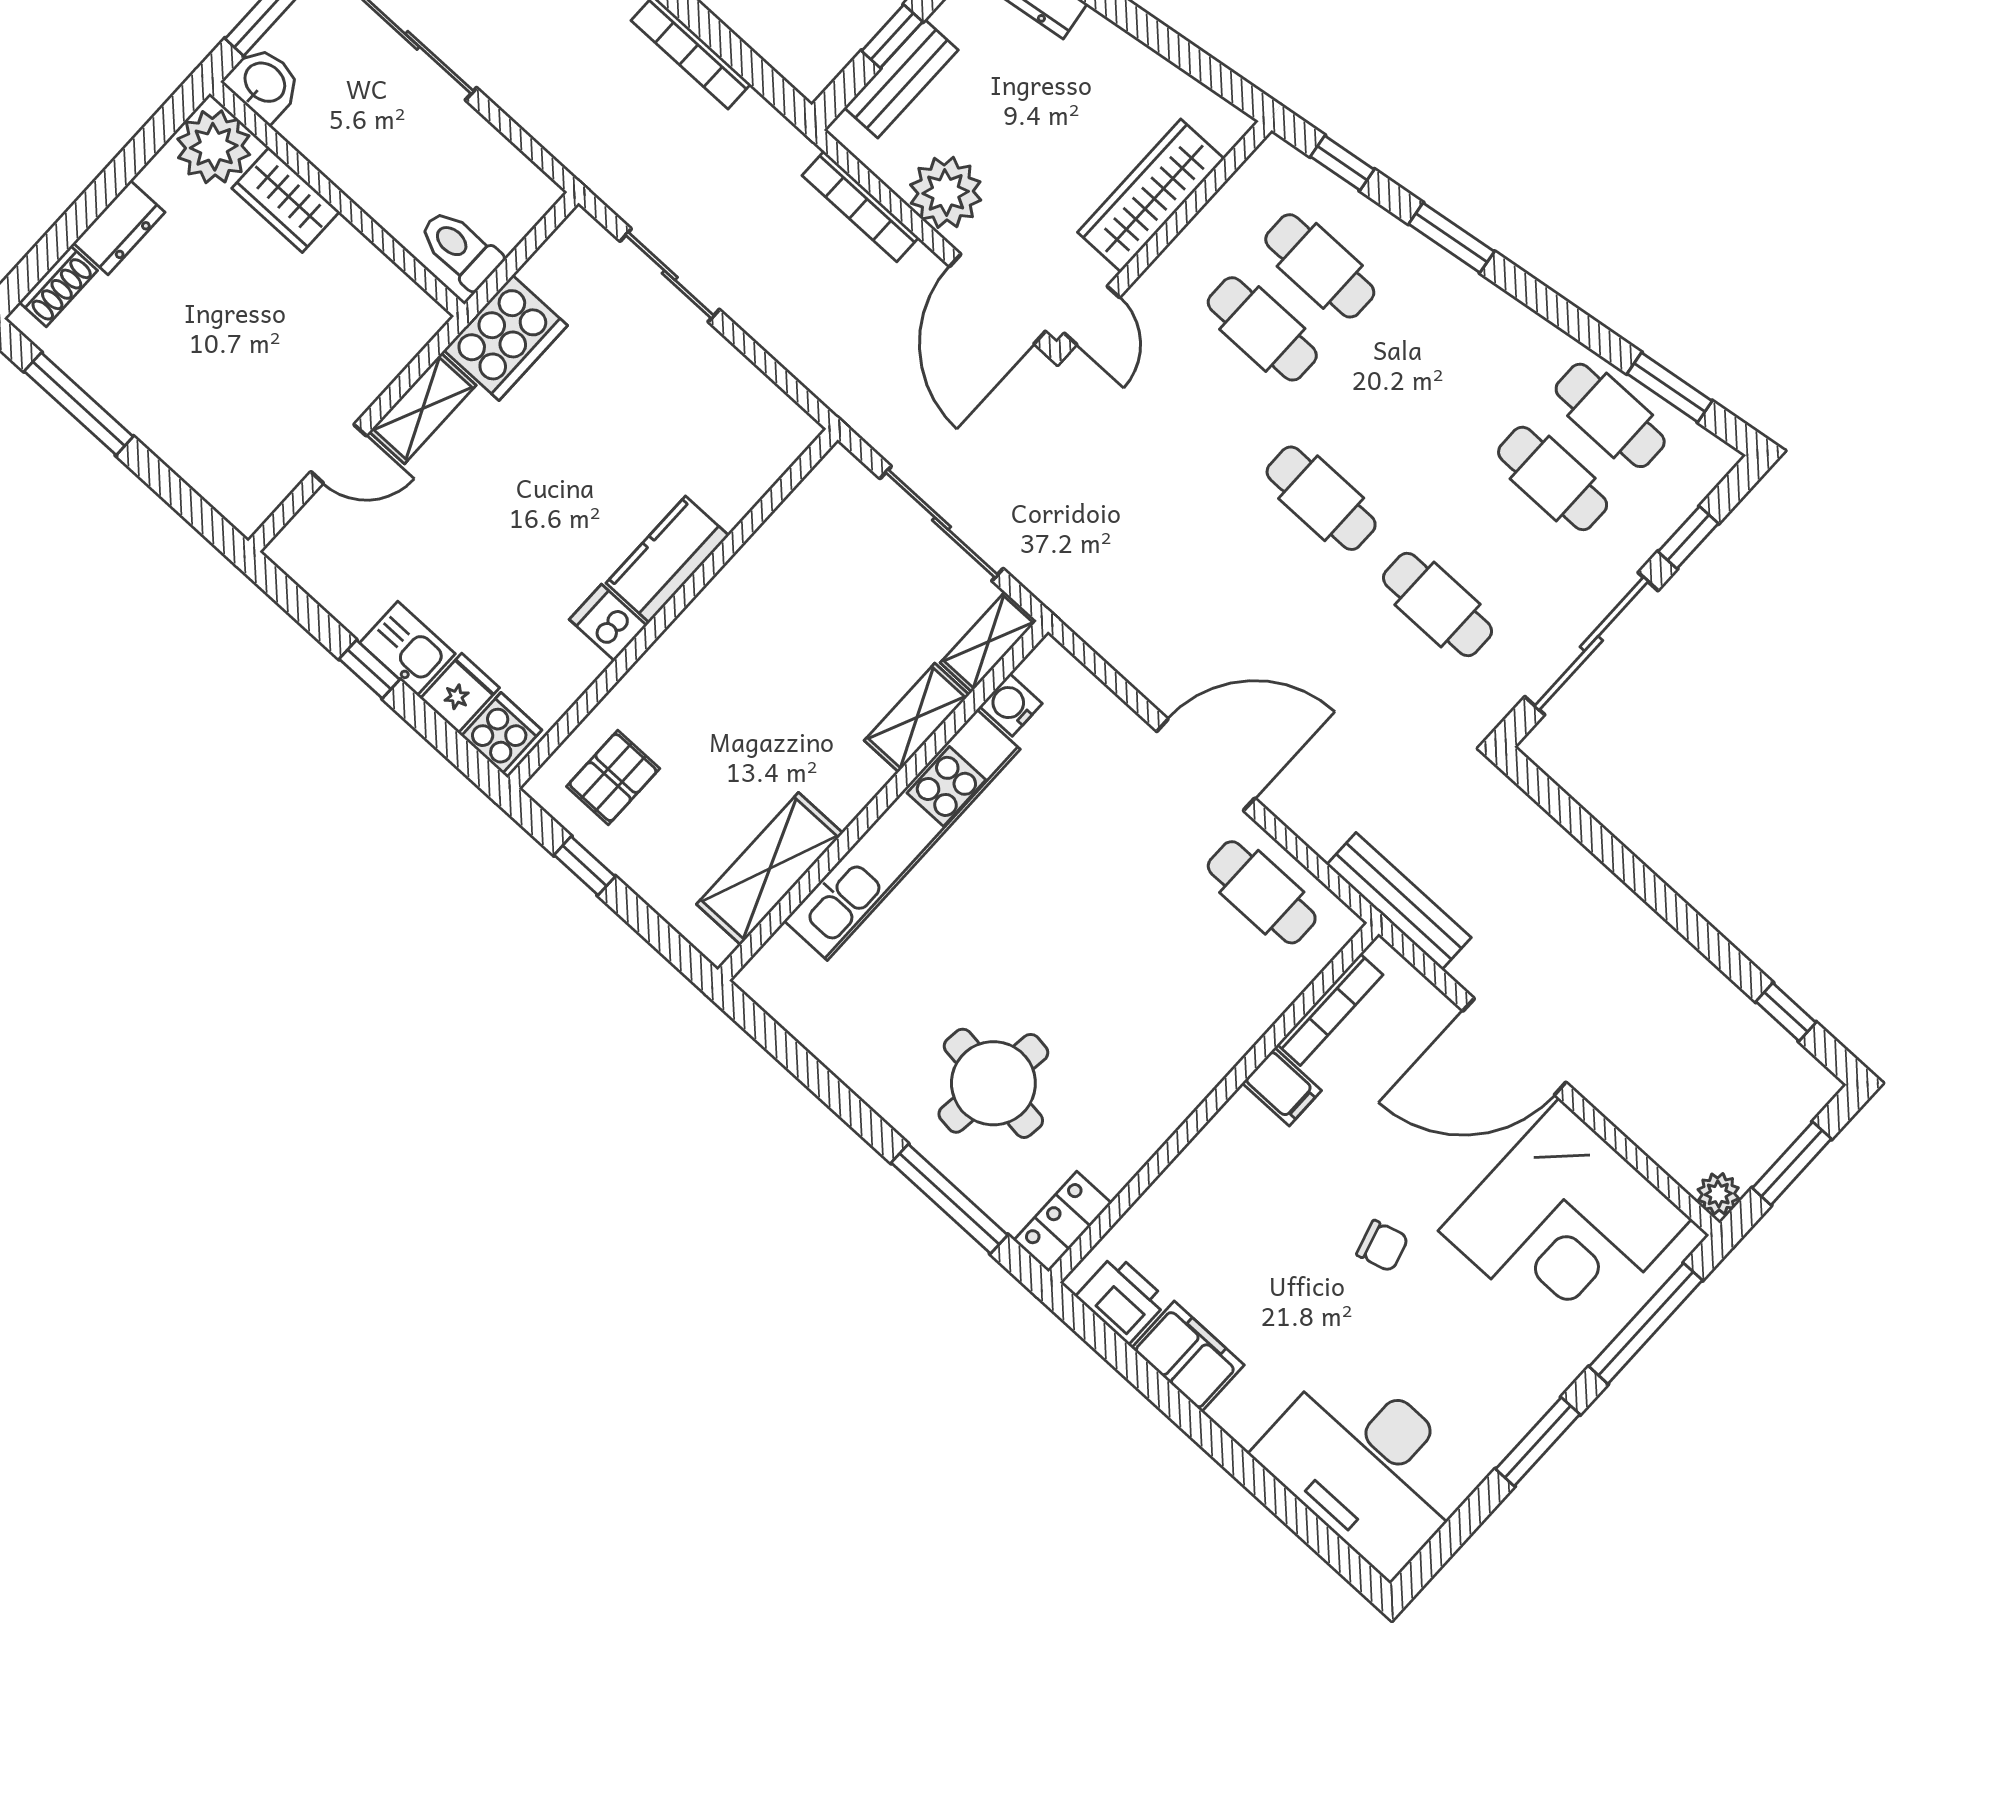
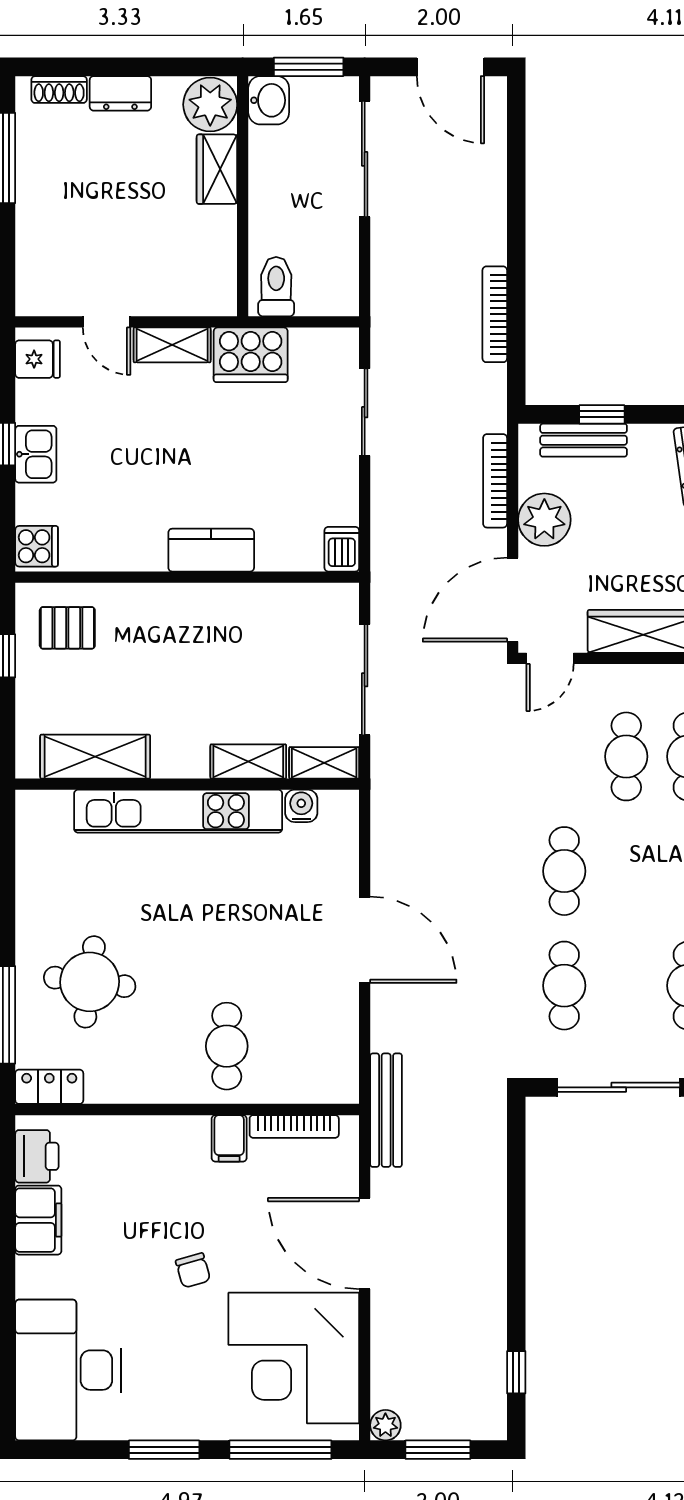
dishwasher: (608, 622) -> (342, 549), moved
fridge: (460, 693) -> (38, 359), moved
cafe table: (1262, 892) -> (227, 1046), moved

